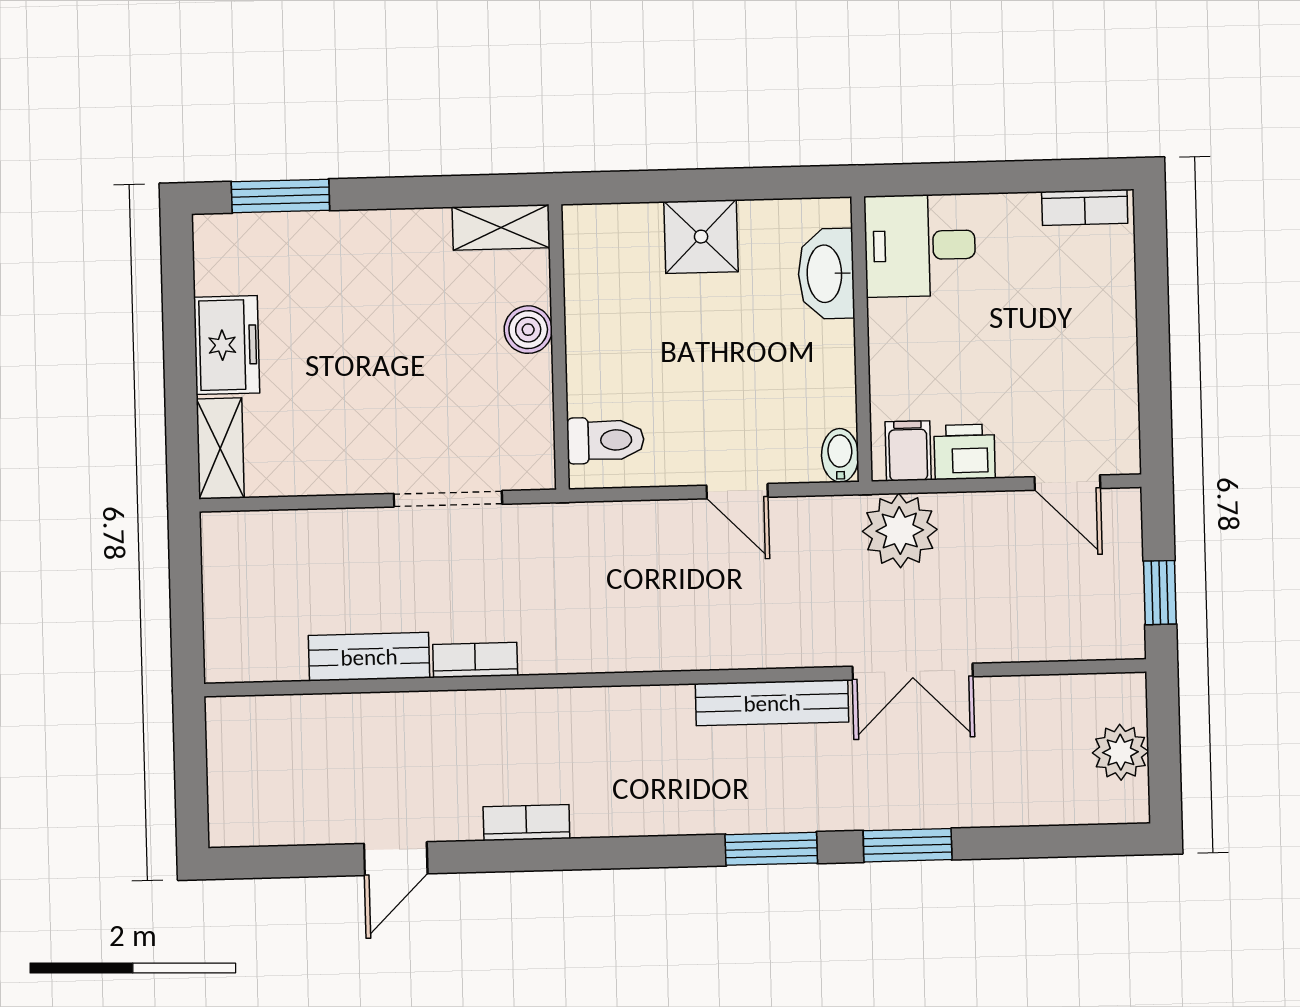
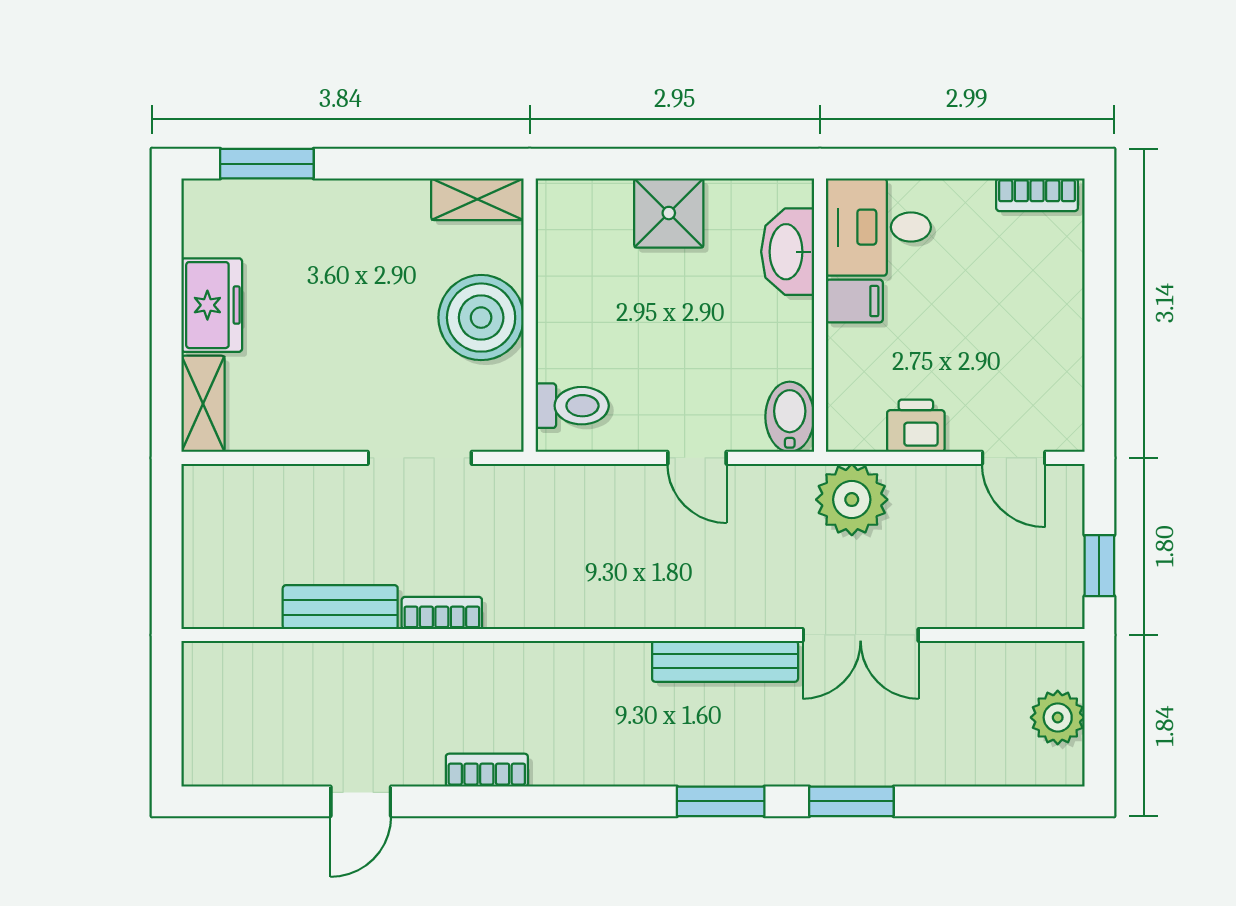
boiler: (528, 330) -> (481, 318), width x1.86, depth x1.86
filing cabinet: (908, 451) -> (854, 301), moved, turned 90
bidet: (840, 455) -> (790, 417), width x1.38, depth x1.36

